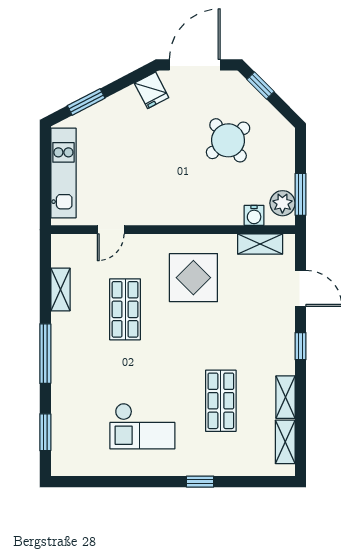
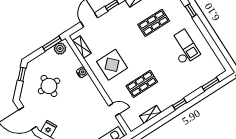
window: (260, 85) -> (22, 74), moved
round table: (228, 140) -> (49, 86), turned 38
water cooler: (254, 215) -> (82, 72), moved
window: (45, 354) -> (180, 104), width x0.46

